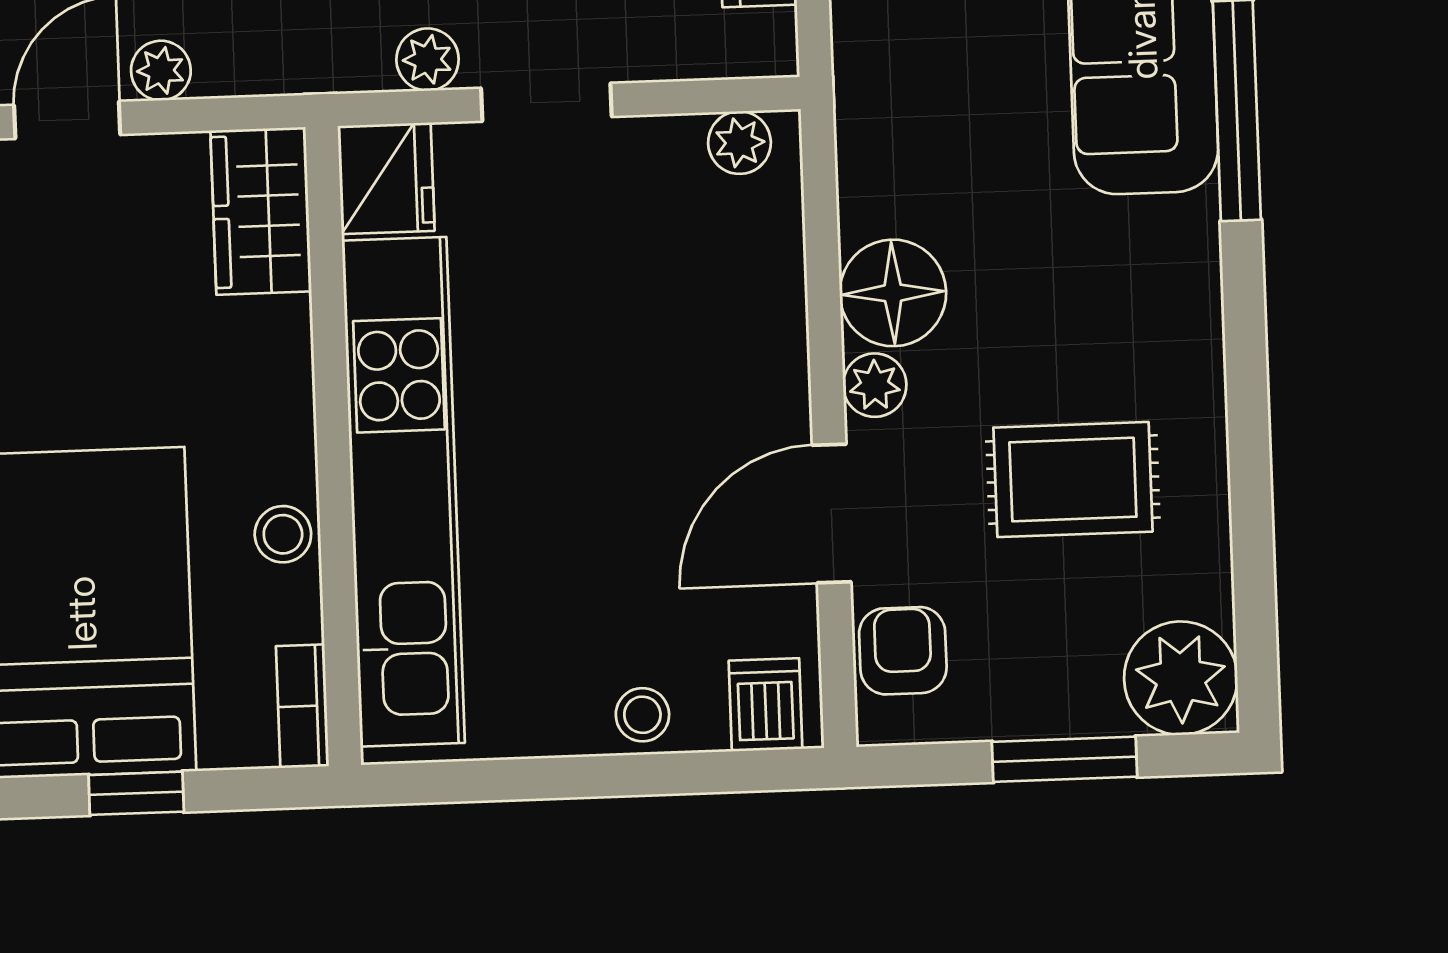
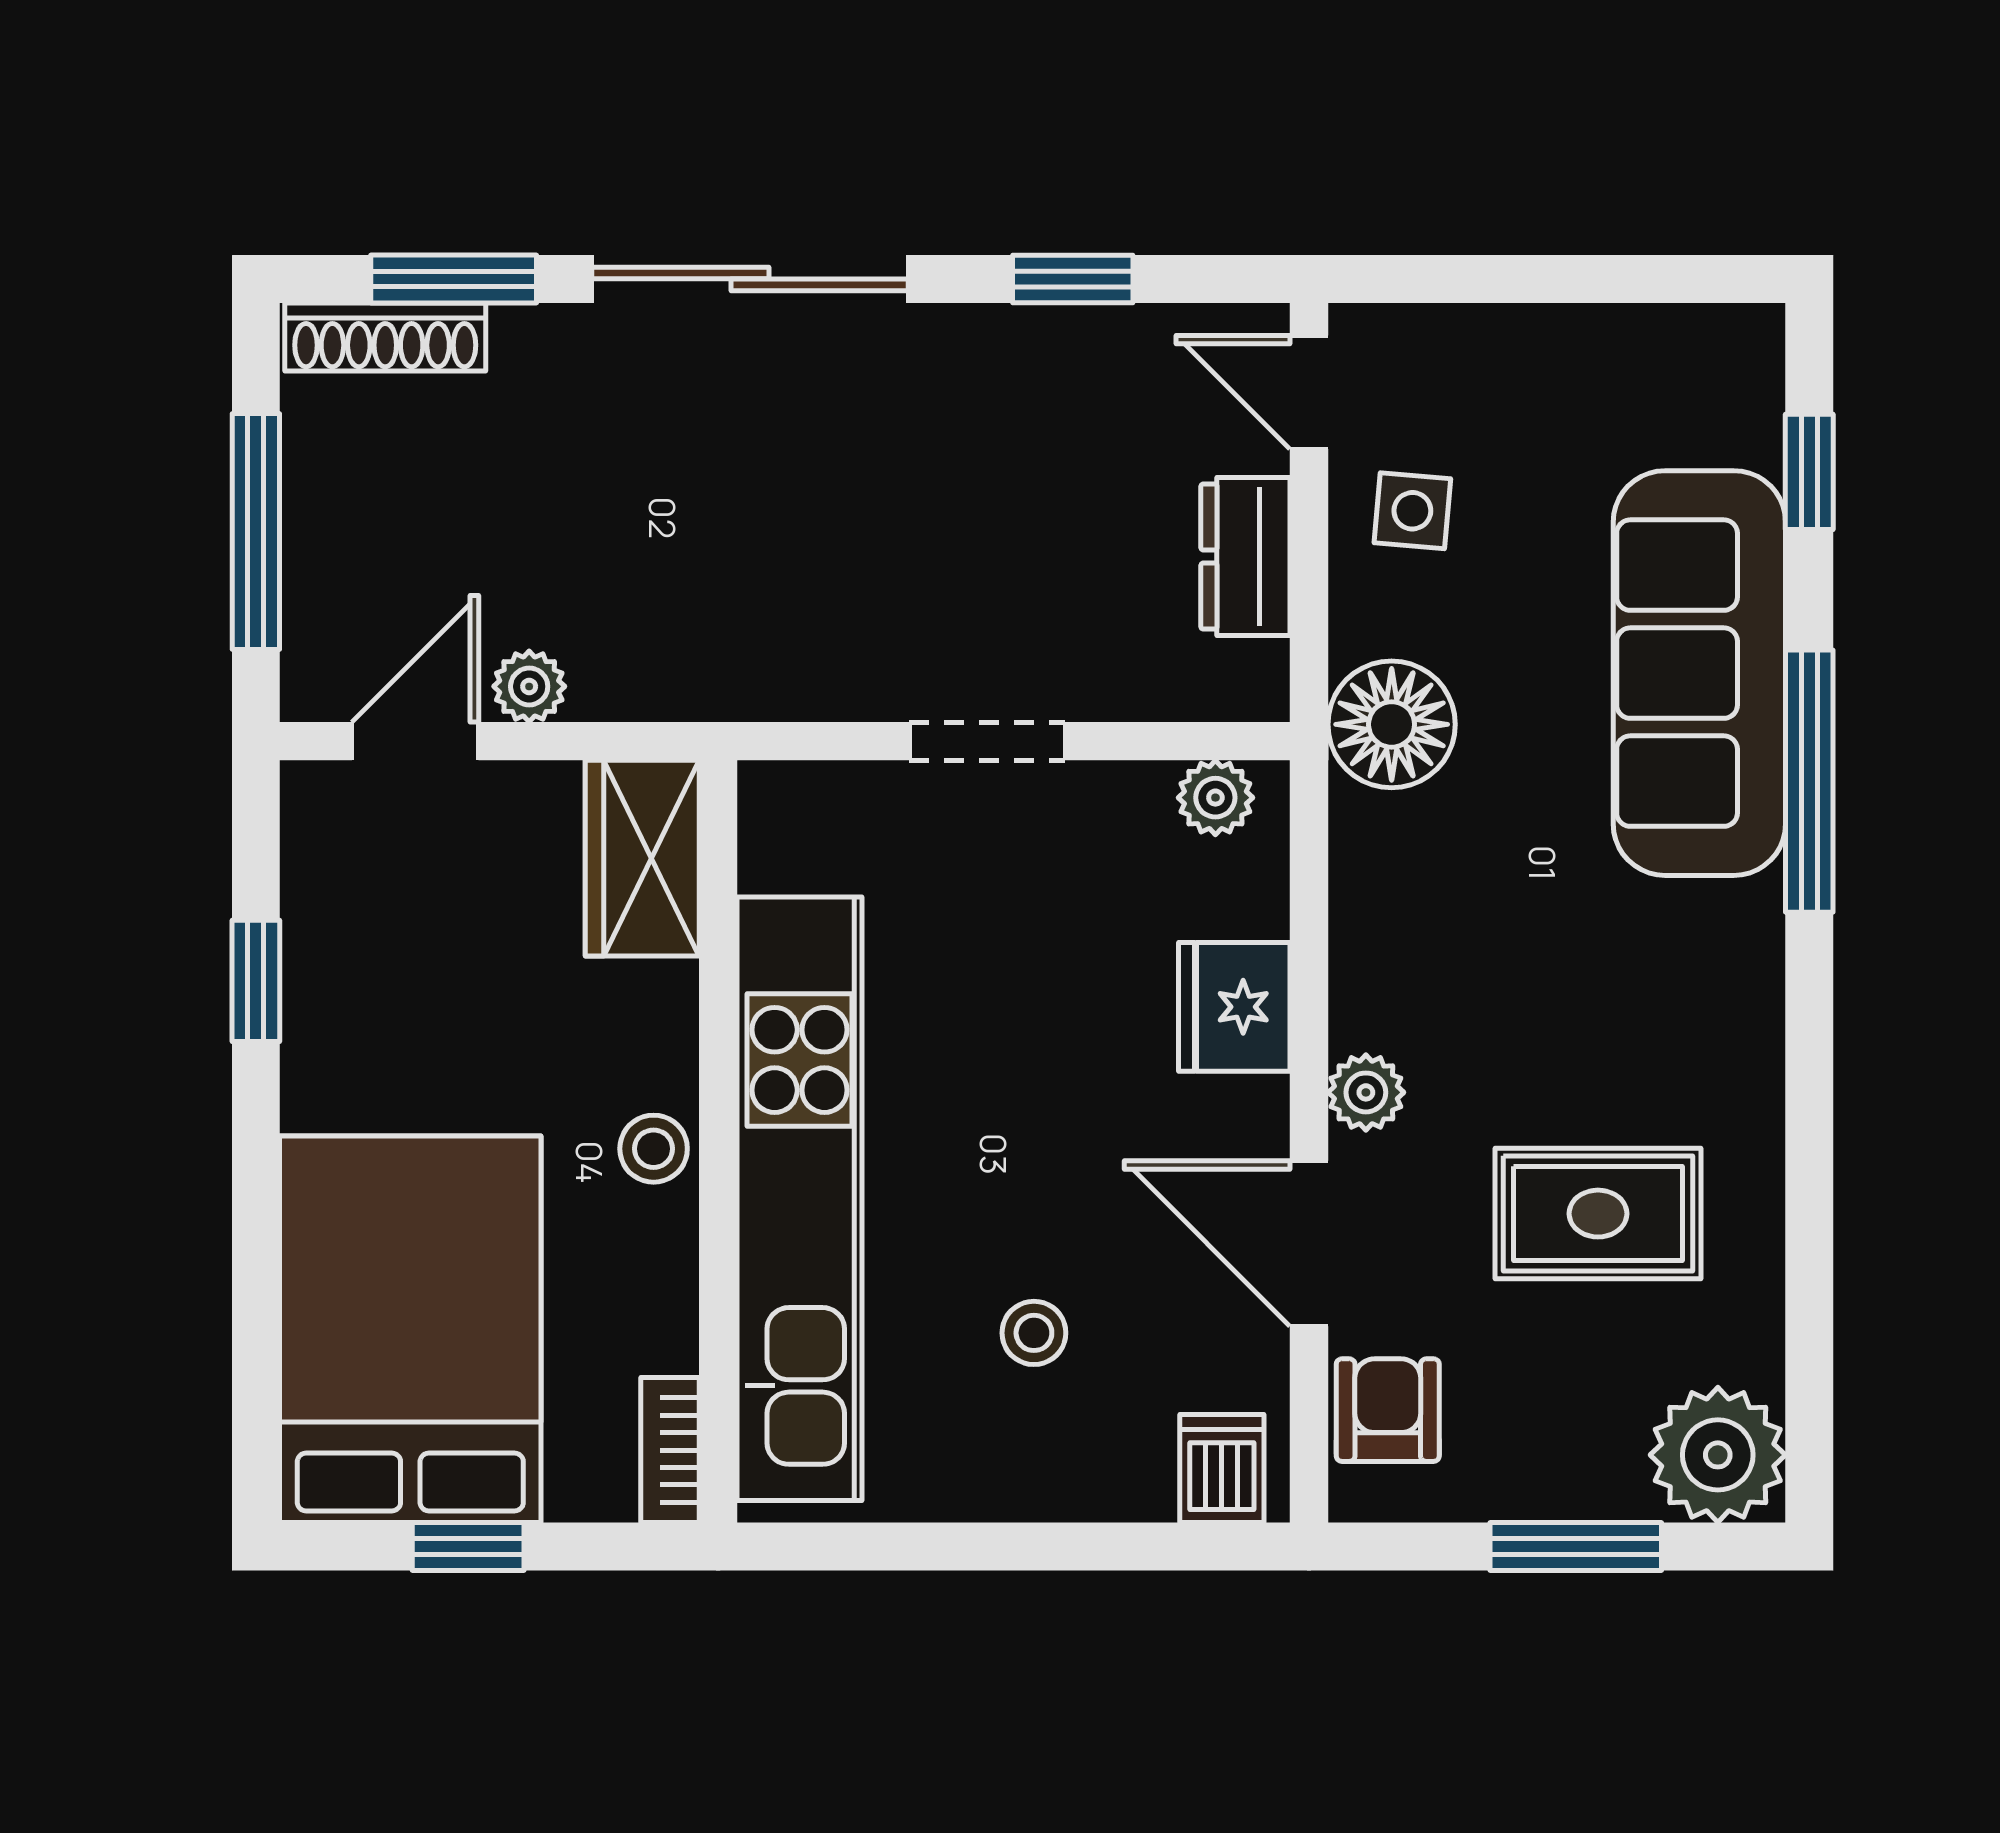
plant: (428, 60) -> (847, 685), removed
fridge: (386, 178) -> (1234, 1007), moved, turned 180
floor lamp: (893, 293) -> (1392, 724), moved
door: (832, 513) -> (1309, 1243), hinge flipped
stool: (283, 534) -> (654, 1149), moved
stool: (642, 715) -> (1034, 1333), moved

